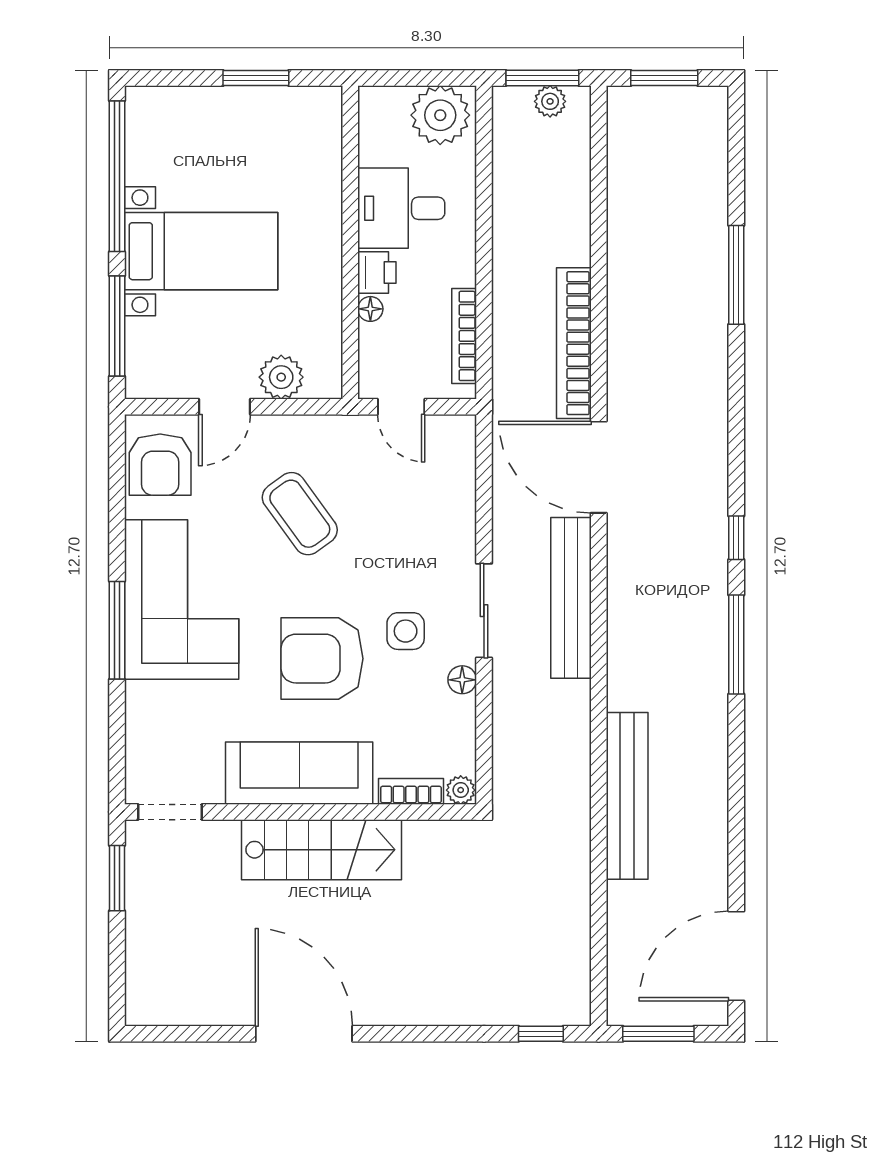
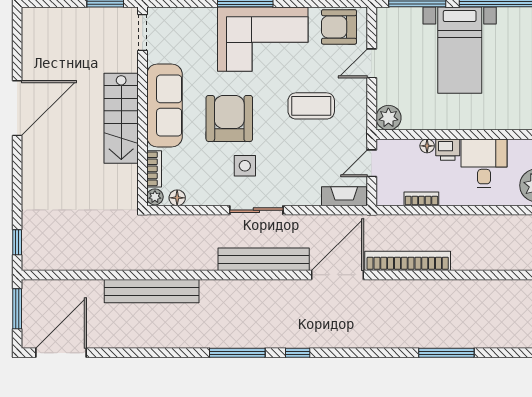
bookcase: (464, 336) -> (421, 199), width x0.64
plant: (281, 377) -> (388, 118), moved
door: (224, 407) -> (372, 63), hinge flipped
fireplace: (459, 456) -> (344, 196), added
coffee table: (300, 514) -> (311, 106), turned 36
floor lamp: (462, 680) -> (177, 198), moved
door: (736, 956) -> (61, 353), hinge flipped

